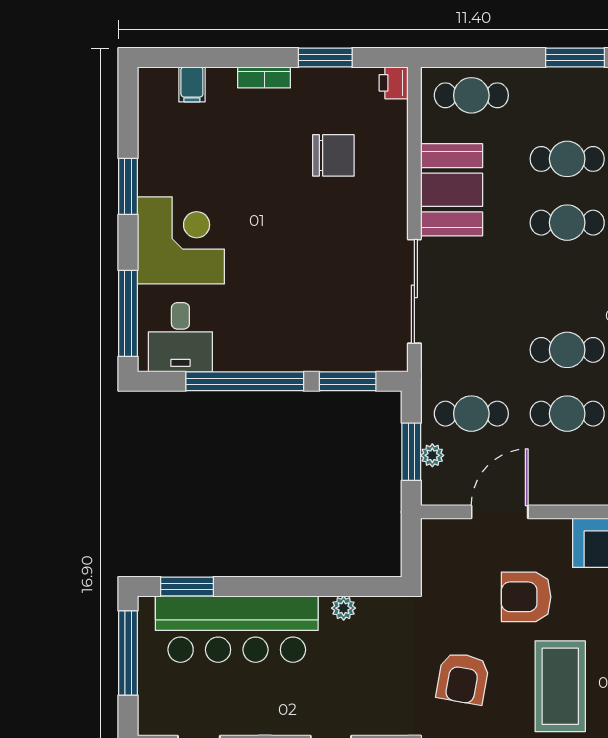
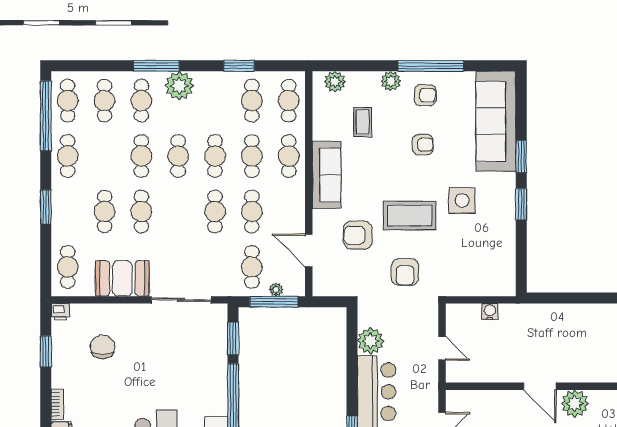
bookcase: (264, 77) -> (57, 404), moved
window: (411, 452) -> (274, 302), width x1.44
armchair: (526, 597) -> (358, 235), turned 90
plant: (344, 608) -> (371, 341), width x1.88, depth x1.88
armchair: (463, 678) -> (405, 272), turned 80

